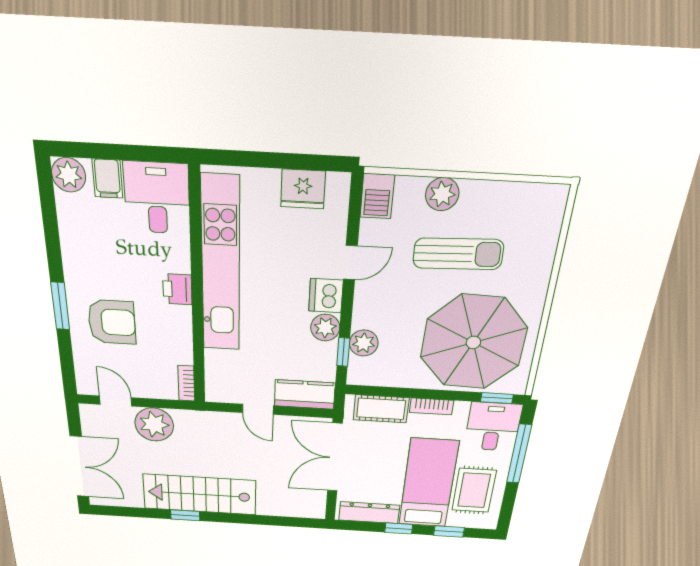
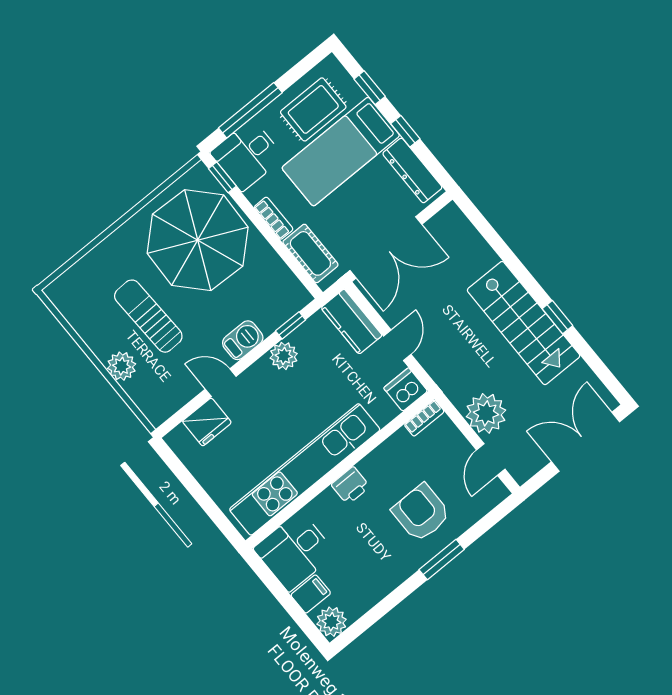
fridge: (303, 189) -> (207, 422), moved, turned 90
barbecue: (377, 196) -> (243, 340), moved
dishwasher: (326, 296) -> (406, 390), moved, turned 180
plant: (364, 343) -> (270, 317), removed

